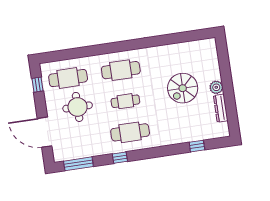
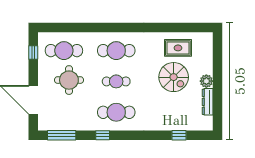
rug: (183, 58) -> (178, 48), added
spiral stairs: (183, 88) -> (174, 77), turned -90

